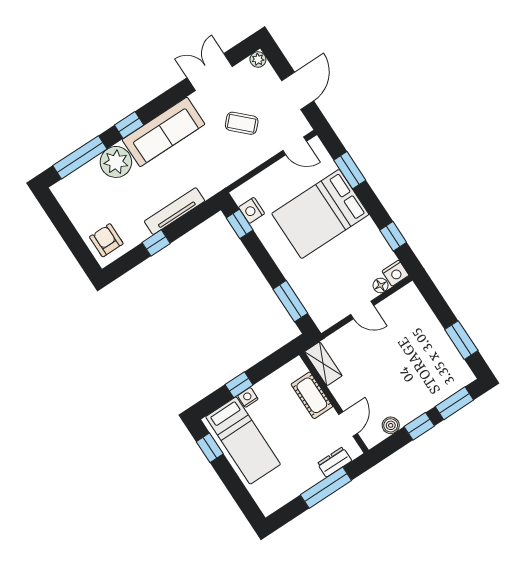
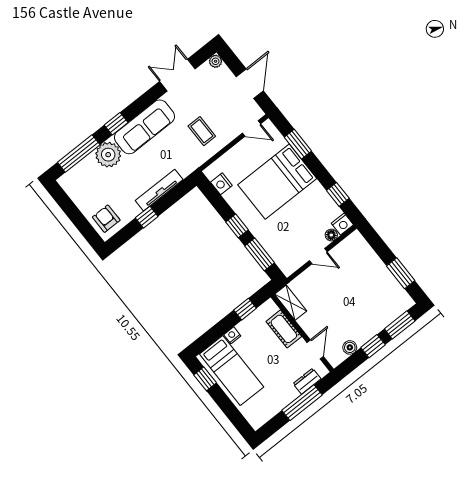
coffee table: (242, 123) -> (202, 131), moved, turned 46
window: (240, 224) -> (237, 226), moved
window: (239, 385) -> (245, 309), moved

